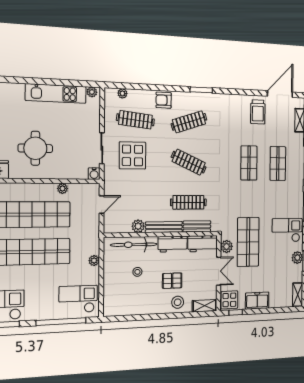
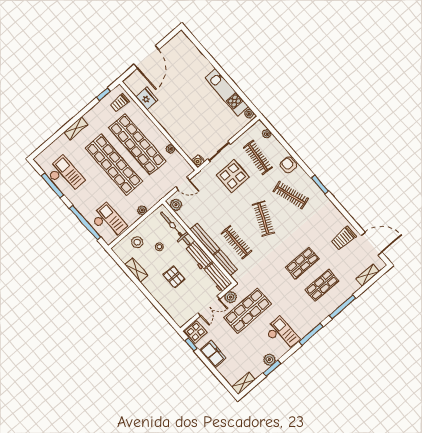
round table: (35, 148) -> (181, 110), removed
plant: (138, 226) -> (176, 205), moved
stool: (178, 302) -> (137, 242), moved
shelving: (205, 306) -> (136, 270), moved

